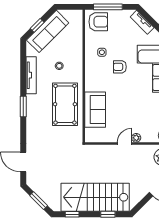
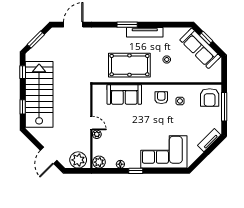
armchair: (120, 67) -> (161, 98), moved
tv unit: (31, 75) -> (145, 32), moved

